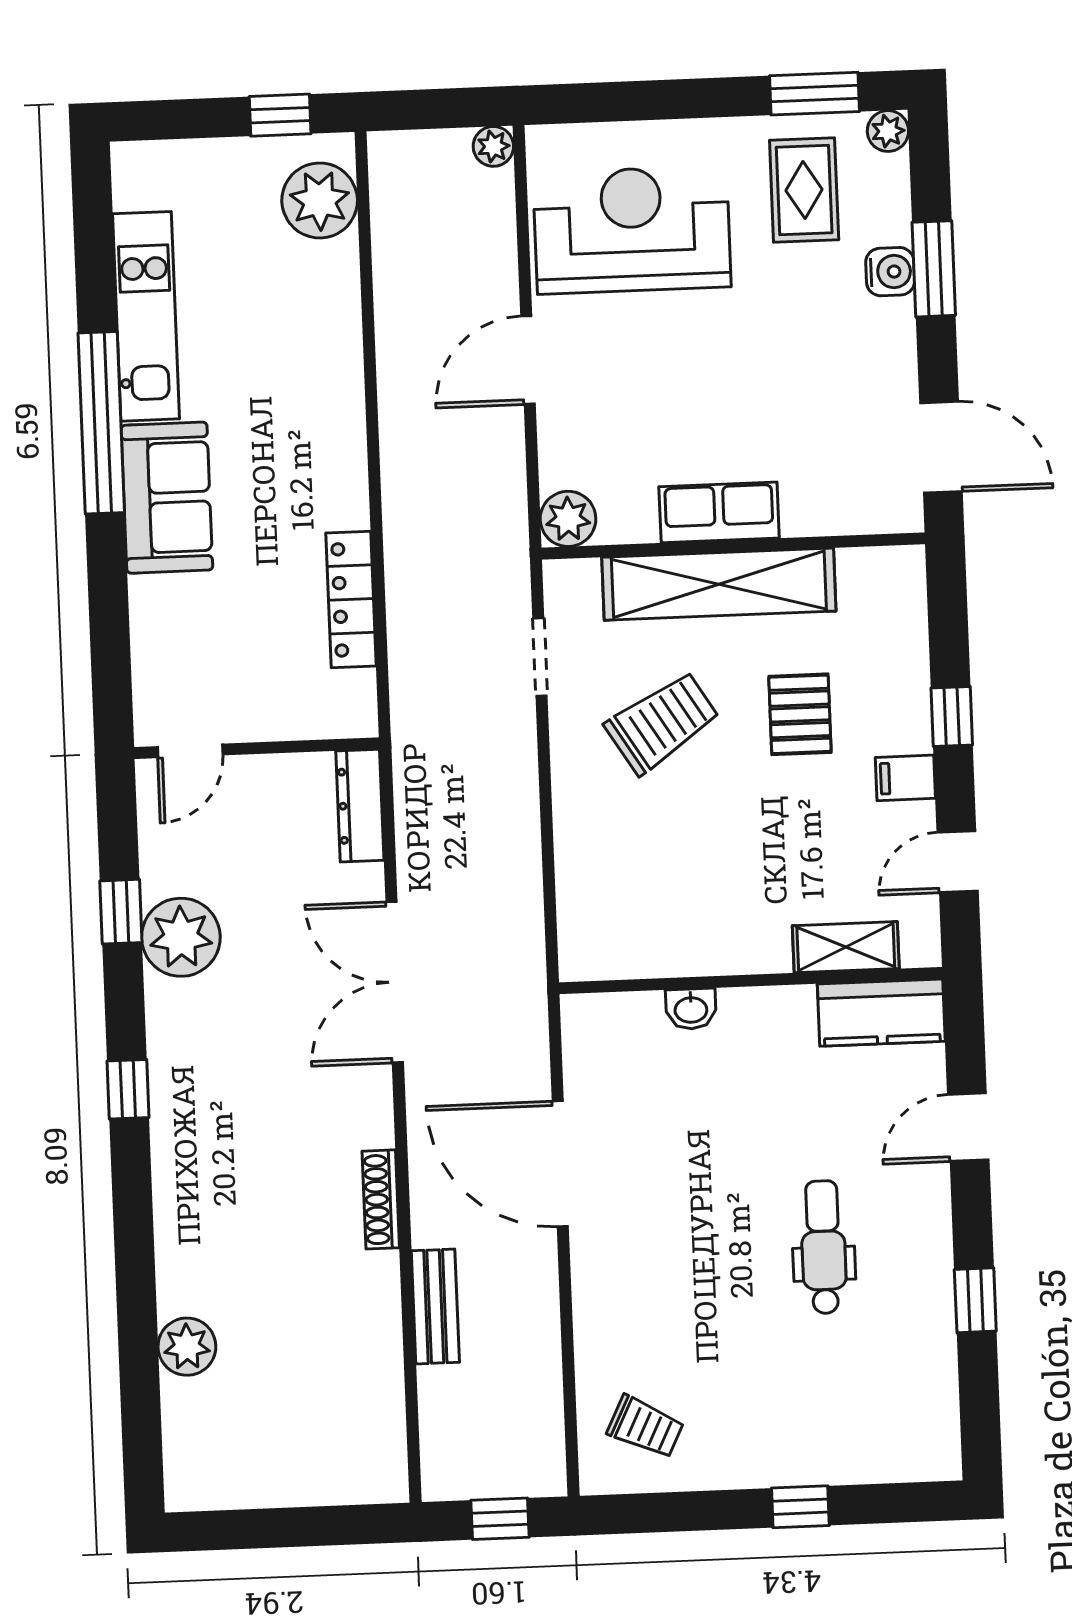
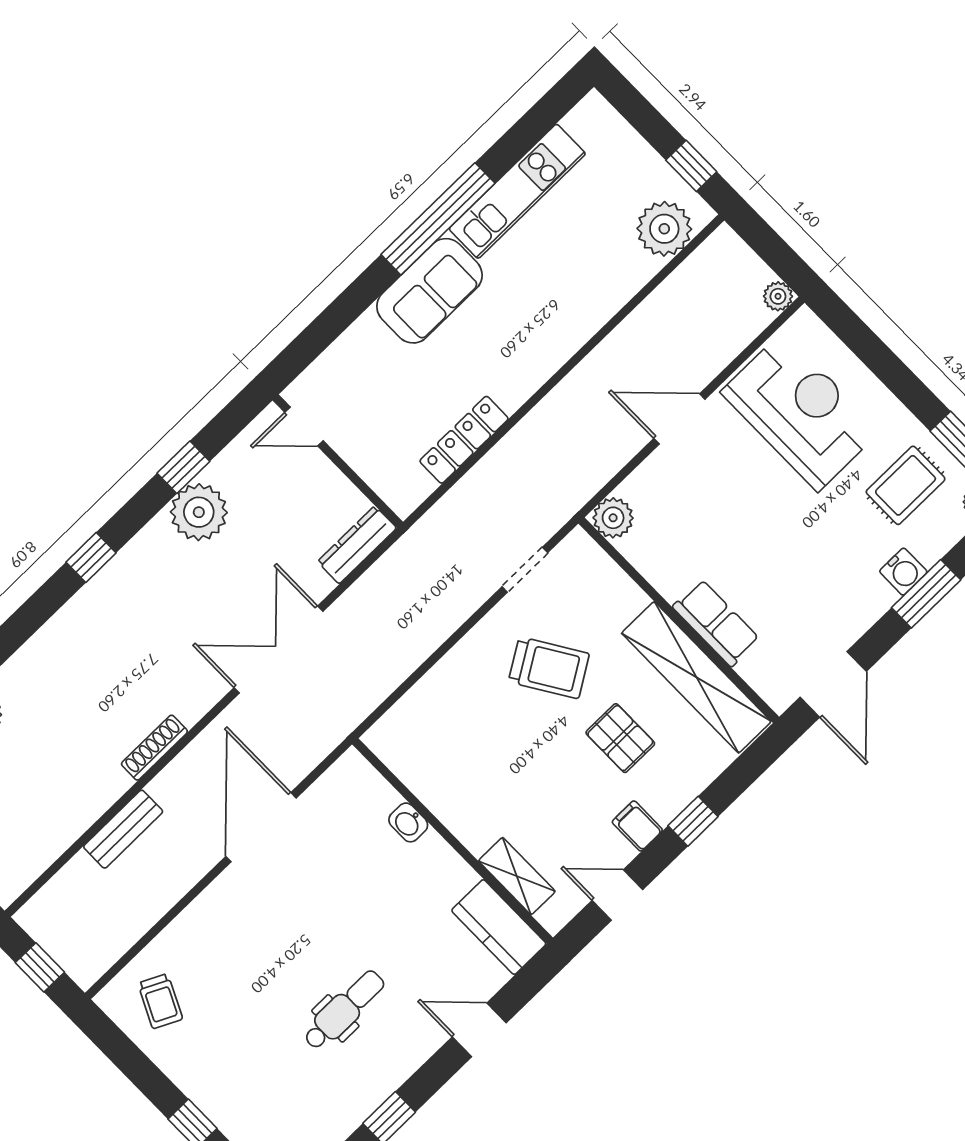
row of seats: (719, 512) -> (716, 623), moved
shelving: (719, 584) -> (696, 677), moved
pallet: (800, 714) -> (620, 738), turned 90

